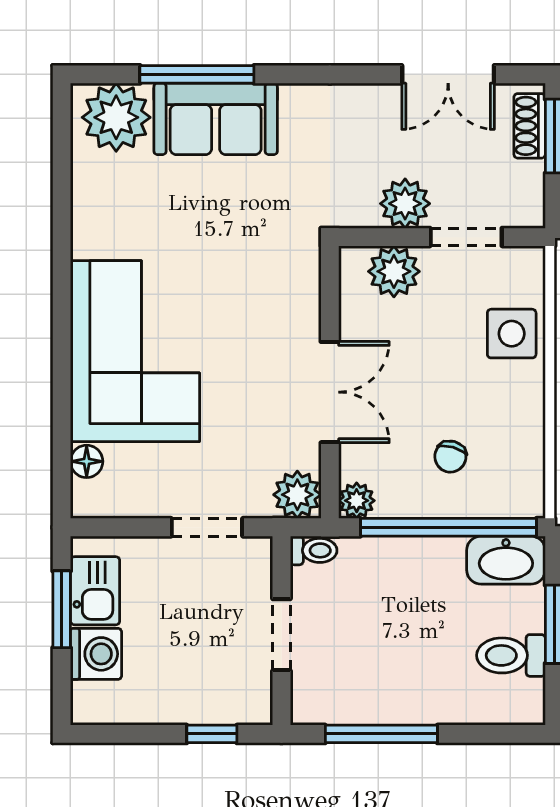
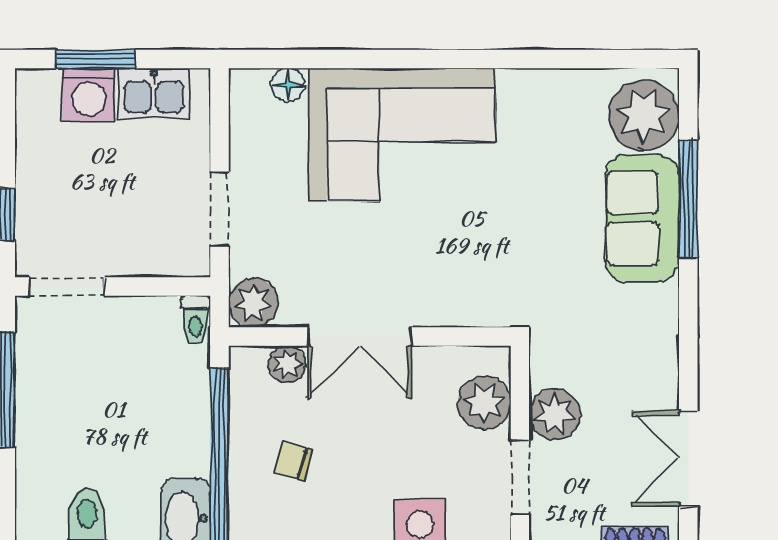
plant: (357, 501) -> (287, 364), moved
window: (62, 609) -> (96, 59), moved
doorway: (281, 635) -> (66, 286), moved

